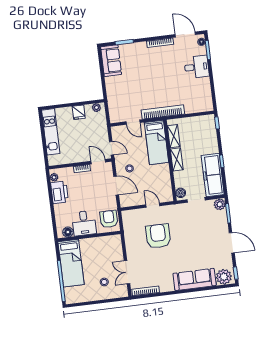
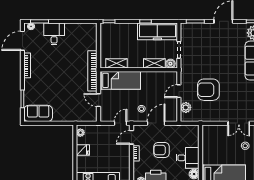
door: (133, 122) -> (99, 100), swing flipped
shelving: (177, 159) -> (154, 63), moved
plant: (220, 204) -> (186, 107), moved
armchair: (109, 219) -> (162, 150), moved

